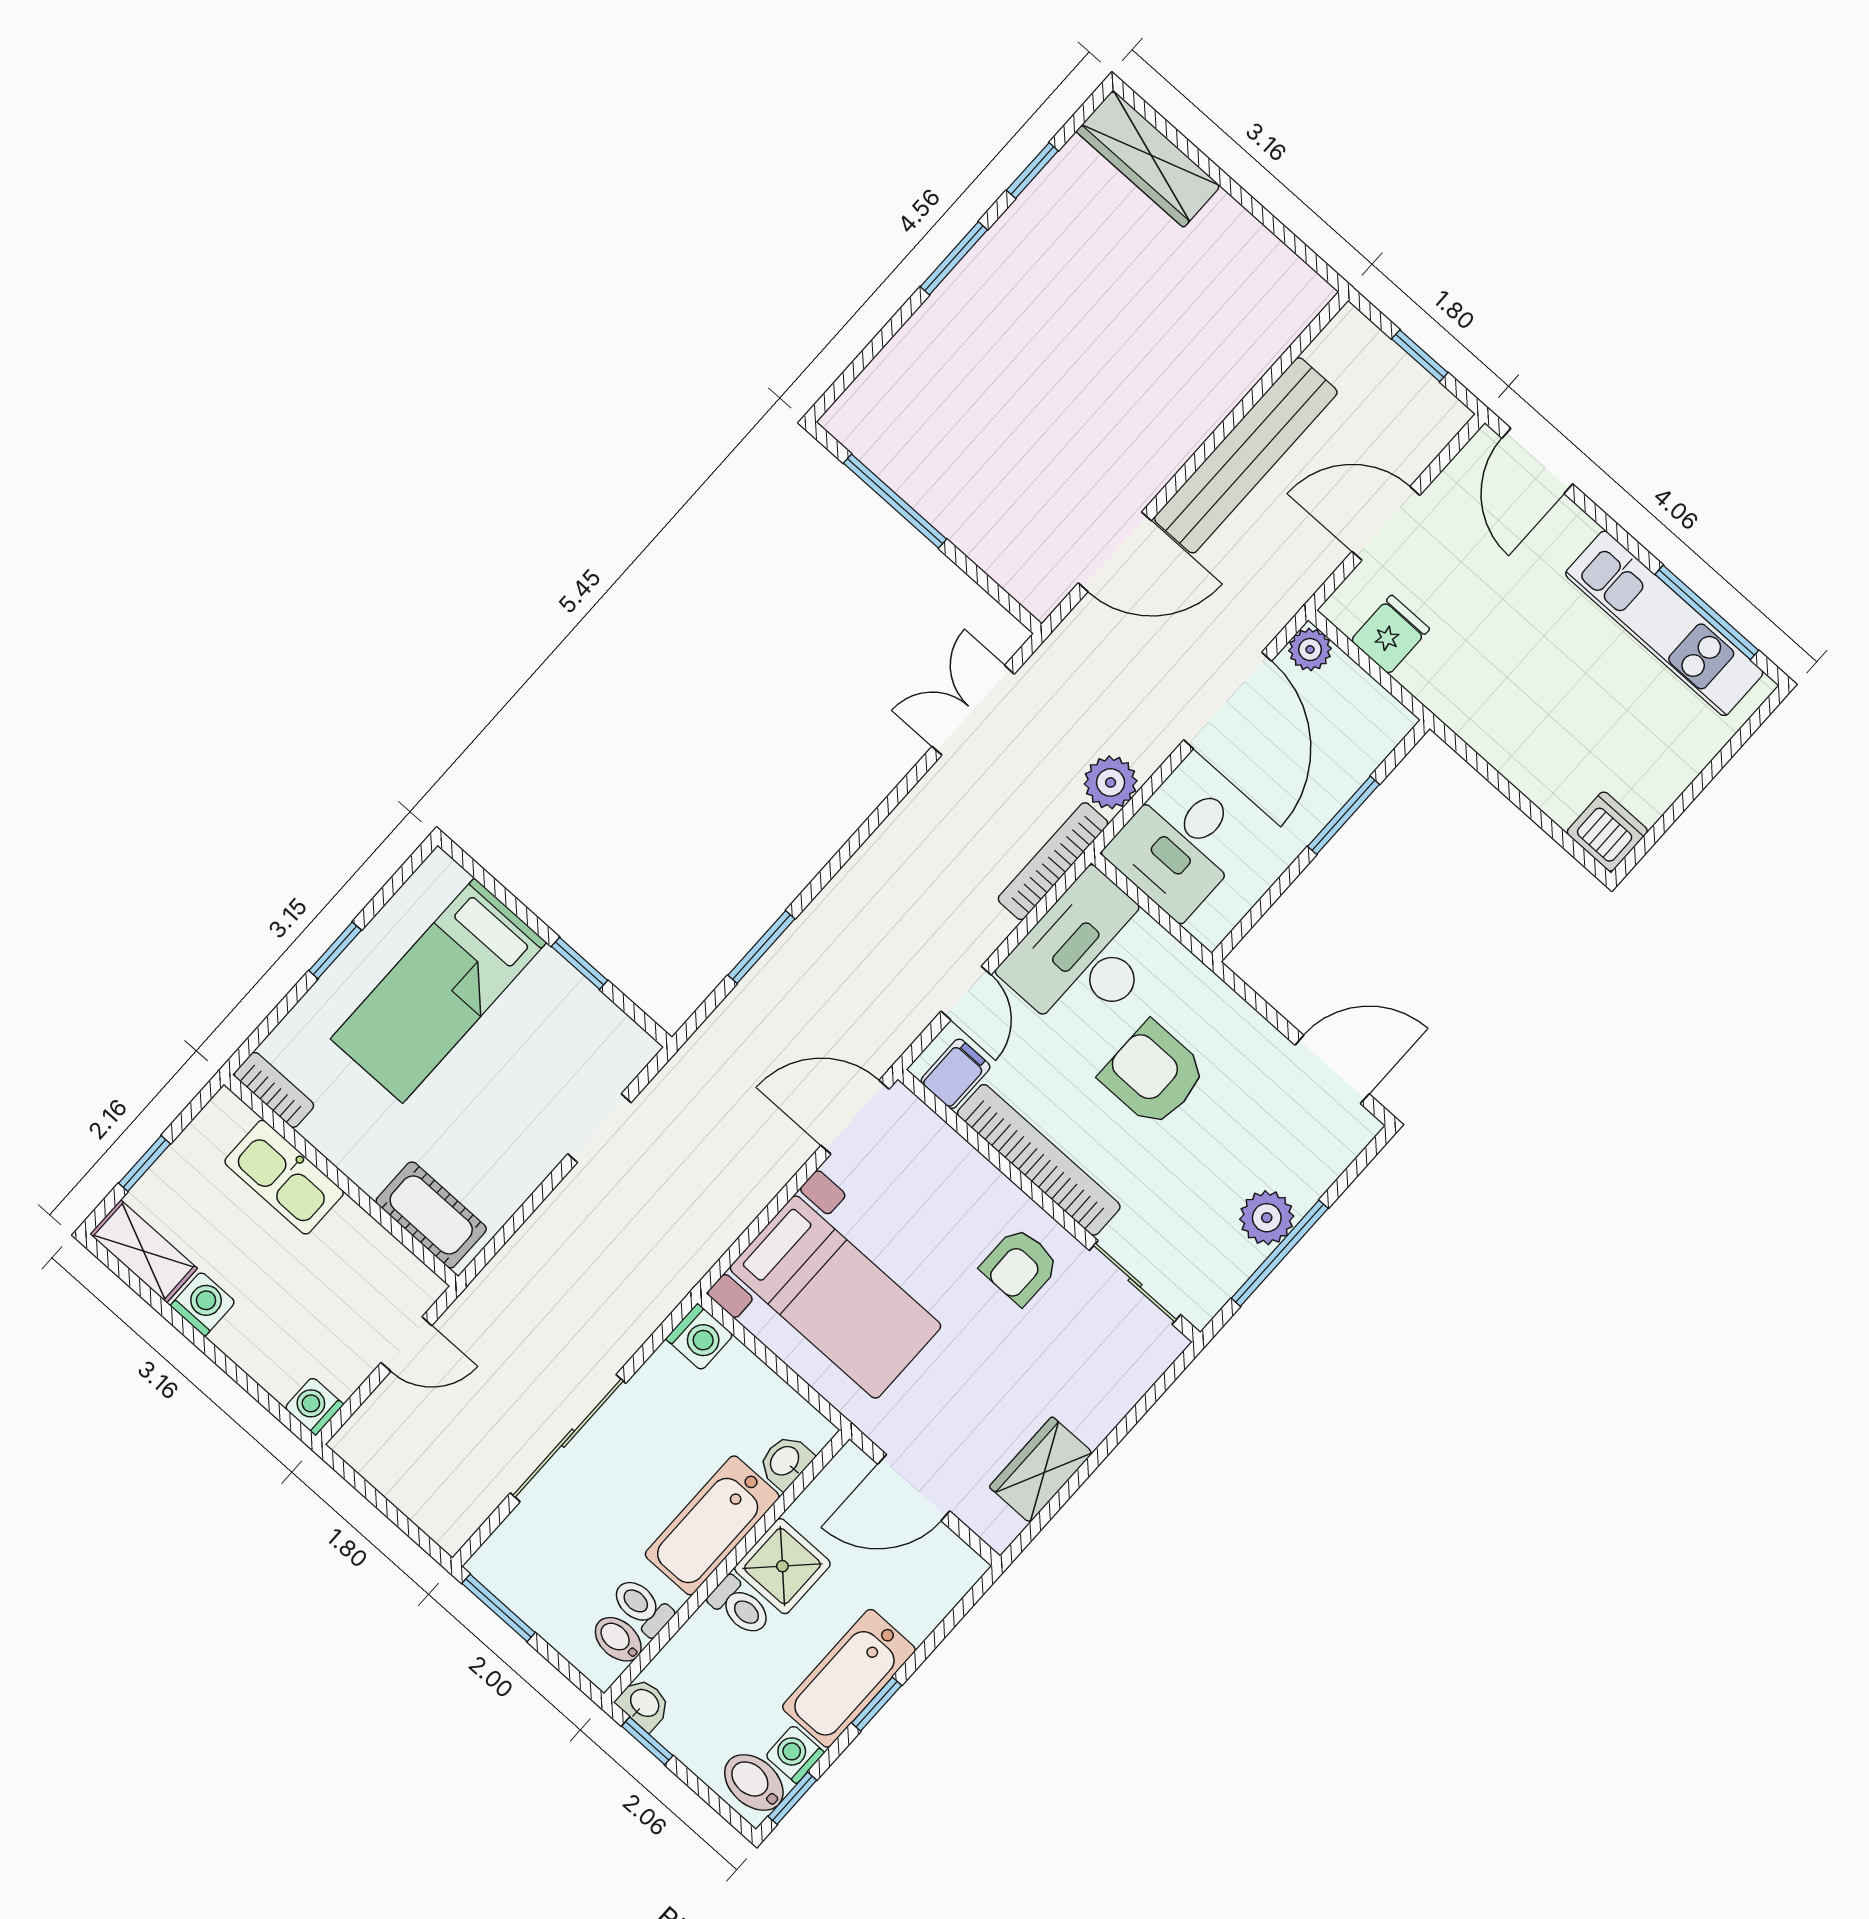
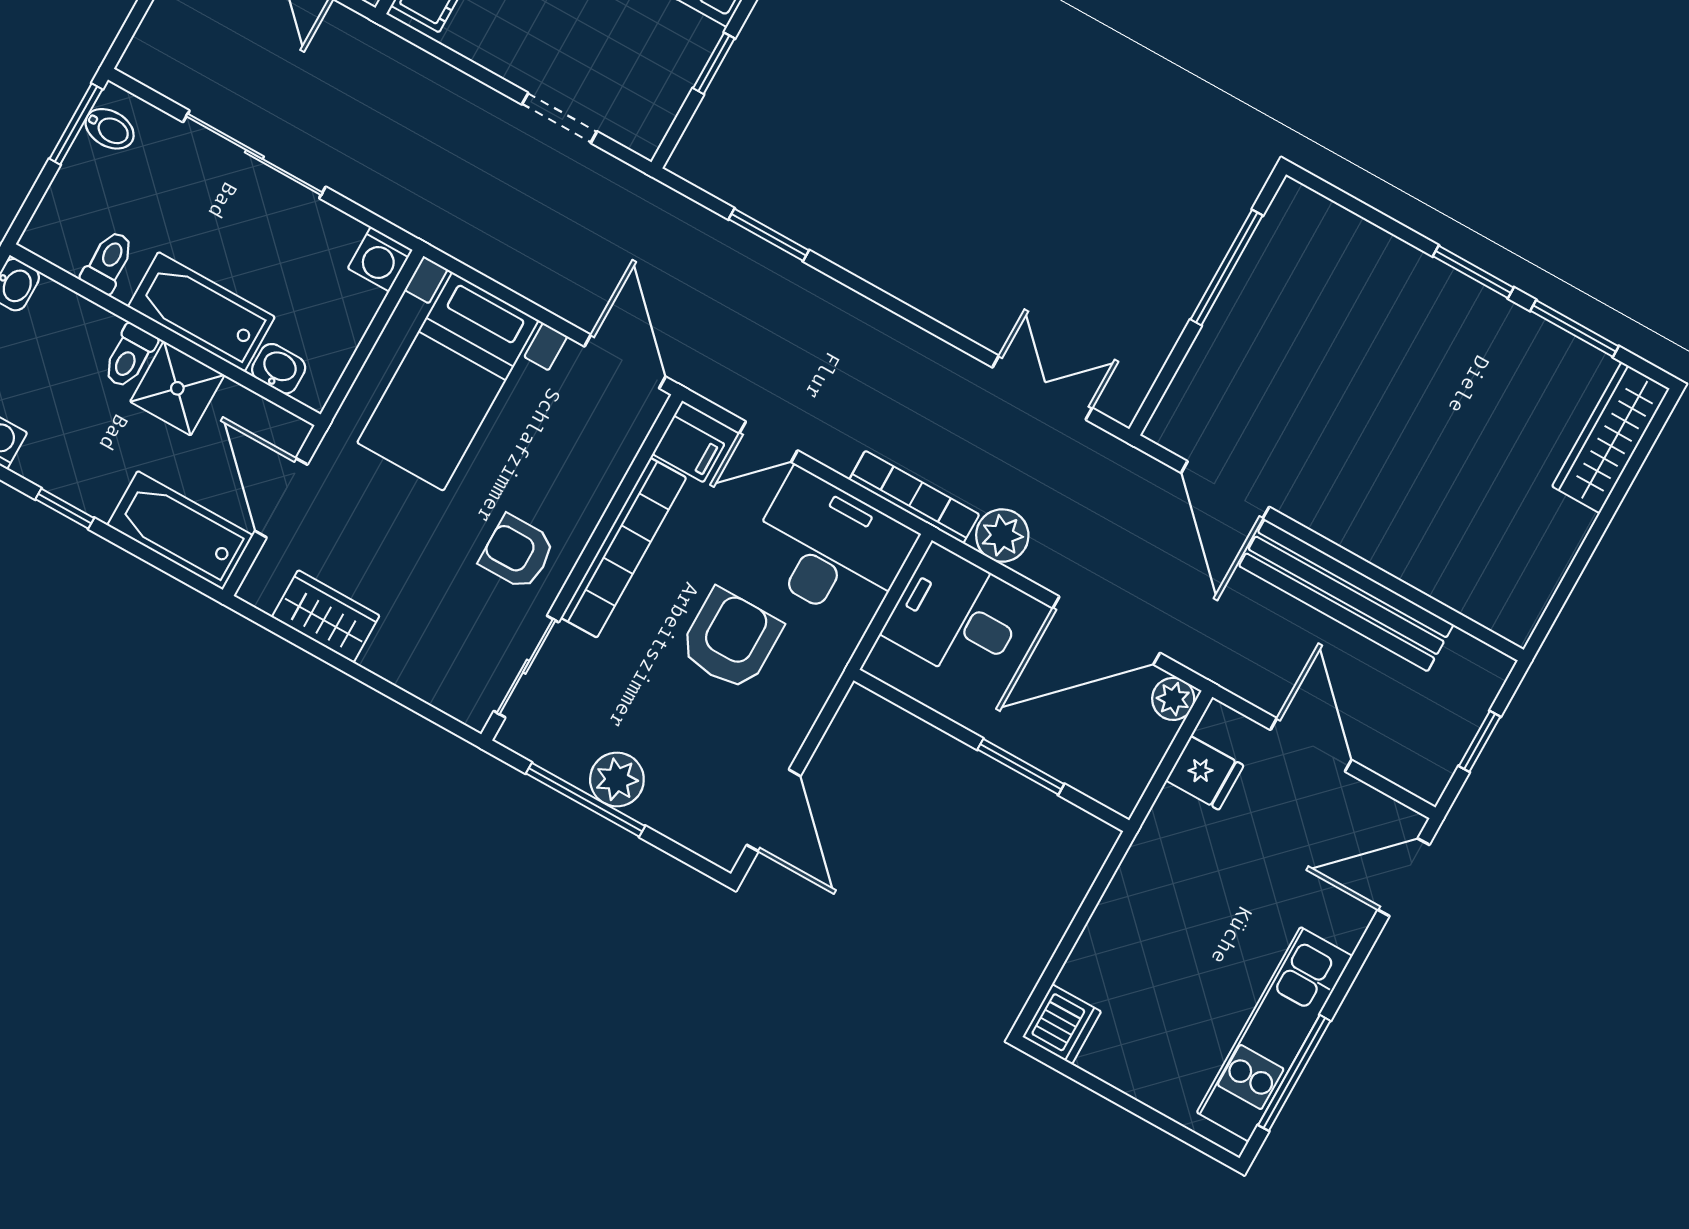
window: (1032, 170) -> (1575, 329), width x1.50
bidet: (618, 1639) -> (110, 129), moved, turned 90
bathtub: (849, 1678) -> (180, 530), moved

